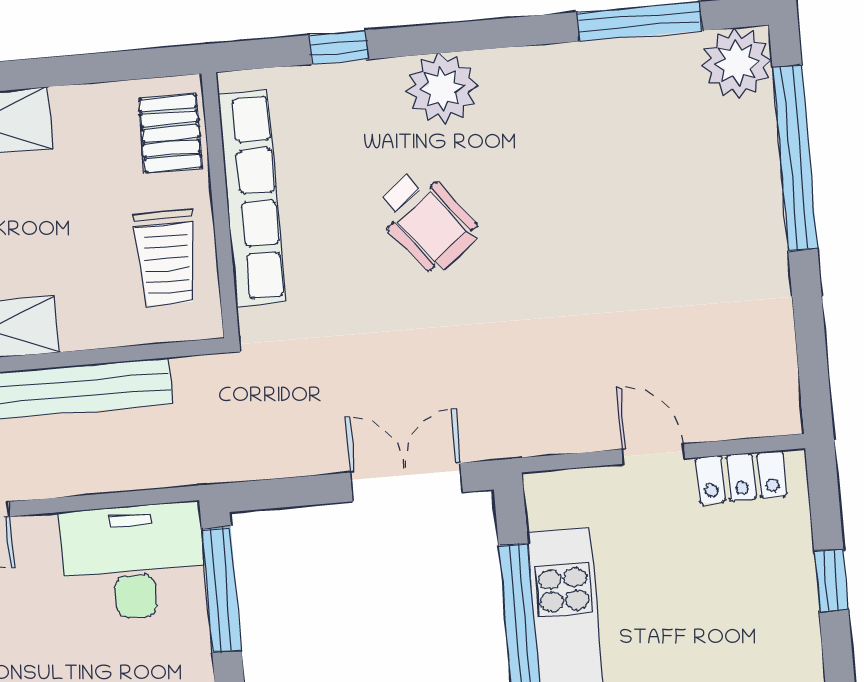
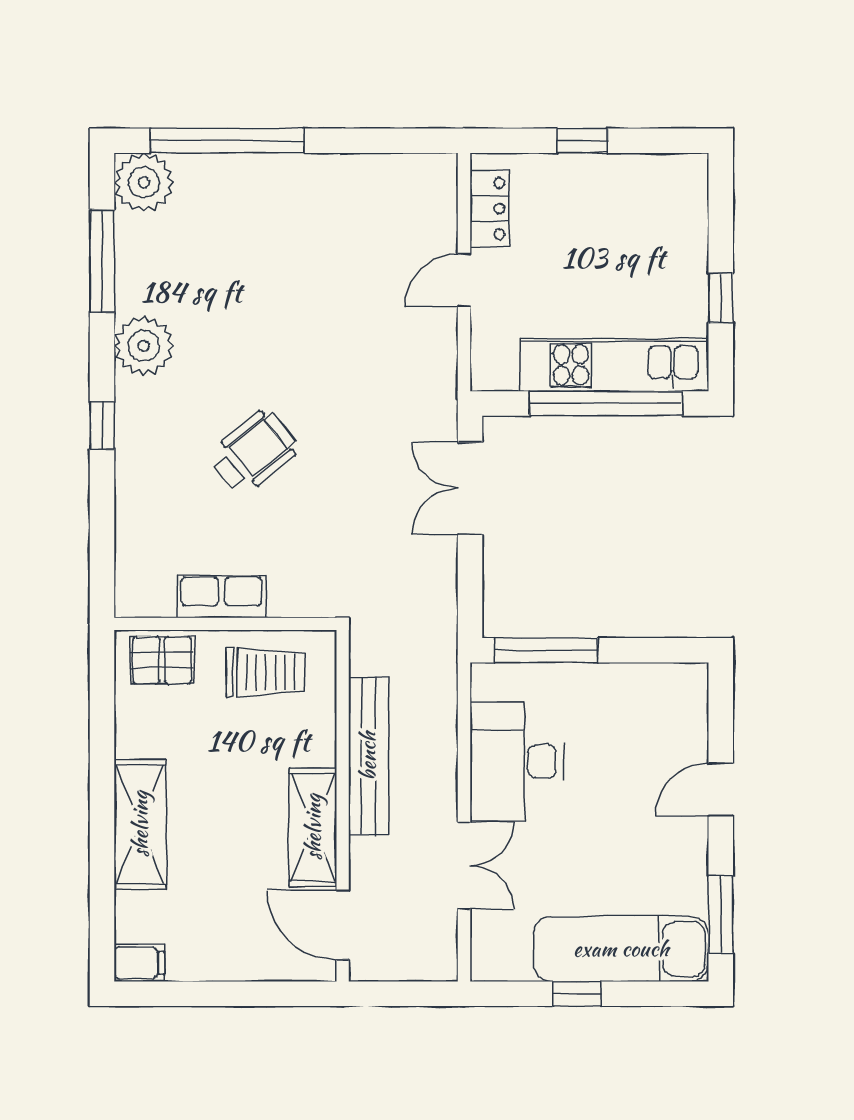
window: (338, 47) -> (102, 426), moved
plant: (442, 88) -> (144, 346), moved
row of seats: (252, 198) -> (221, 597), width x0.50
desk: (133, 562) -> (517, 761), moved

